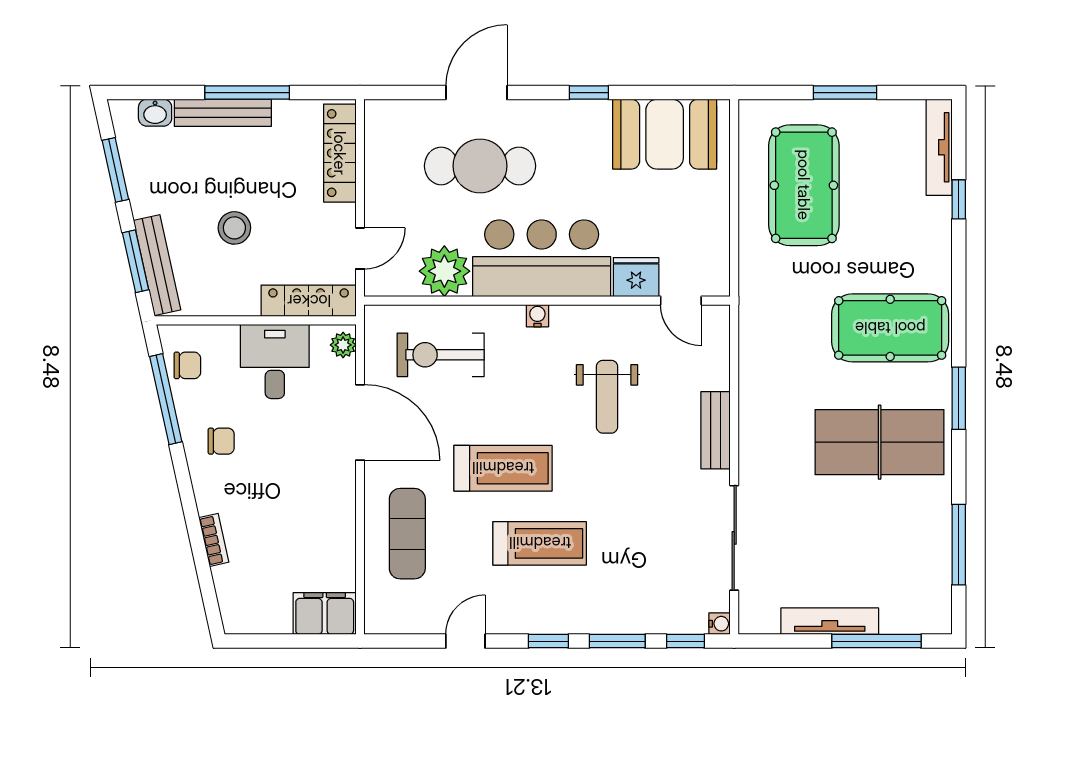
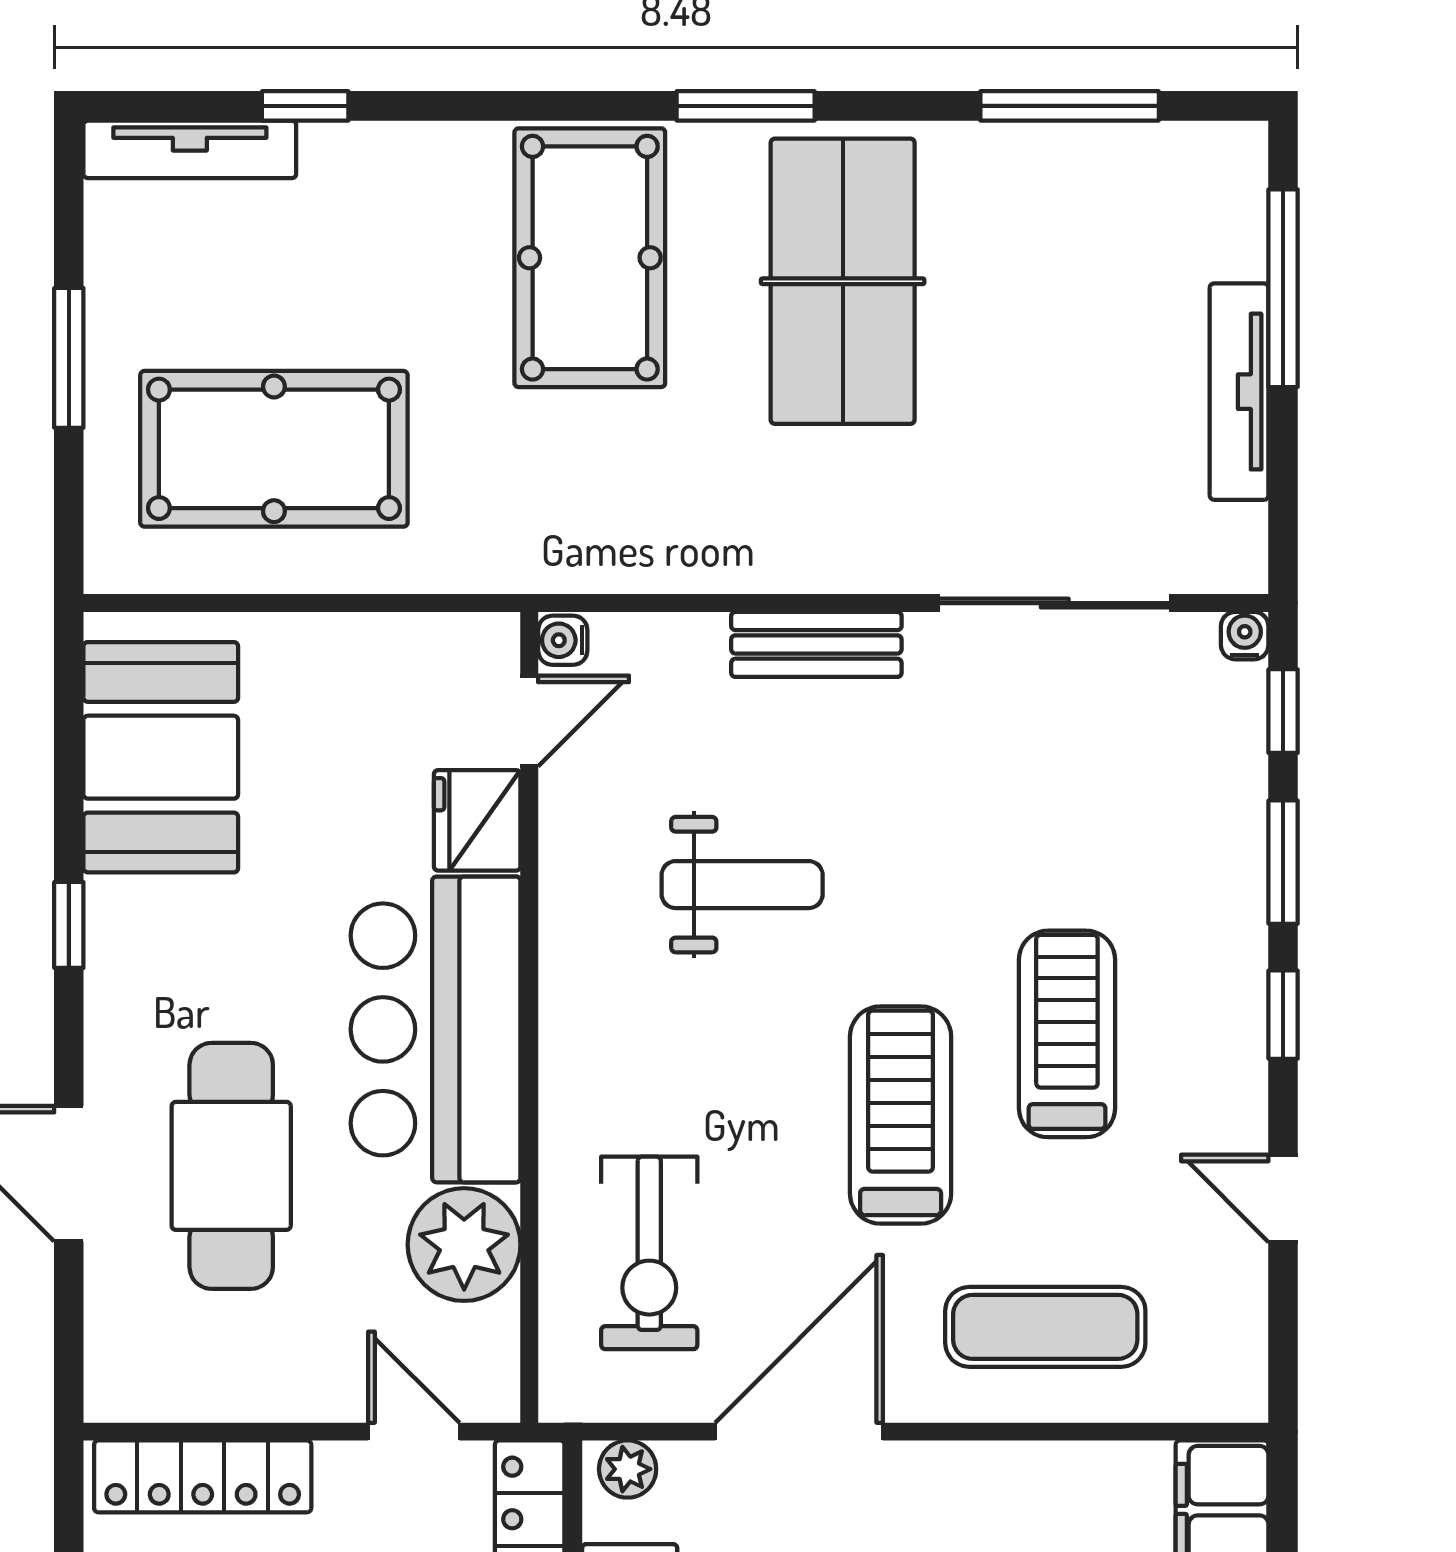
water cooler: (537, 316) -> (563, 640), moved

